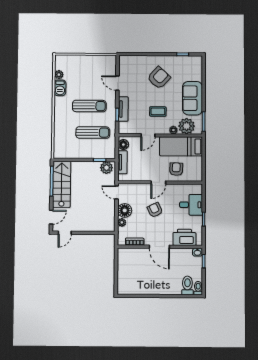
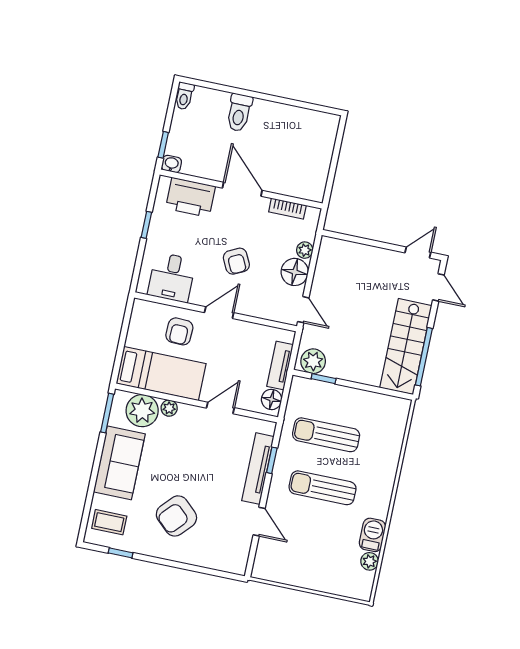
tv unit: (123, 109) -> (258, 469), width x1.41
coffee table: (158, 111) -> (109, 522), moved
desk: (191, 205) -> (172, 277), moved, turned -90
door: (51, 217) -> (438, 287), swing flipped
toilet: (187, 285) -> (239, 113), moved

